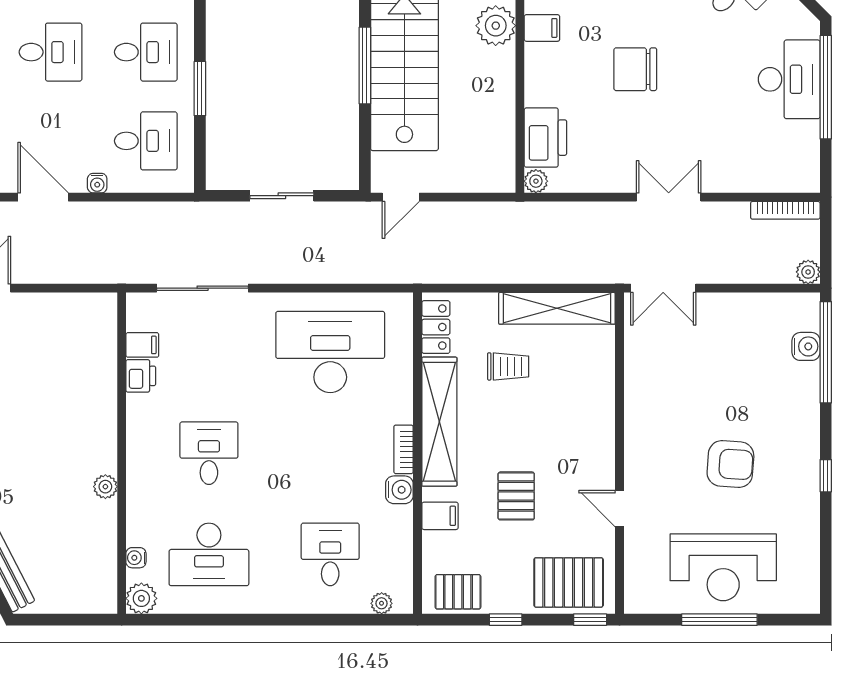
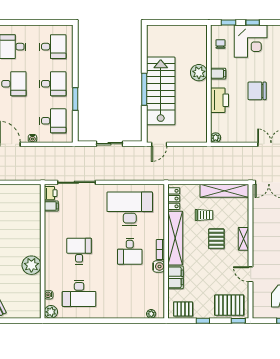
printer: (545, 138) -> (220, 100), moved
printer: (141, 376) -> (51, 193), moved
shelving: (603, 423) -> (244, 239), added
plant: (105, 487) -> (31, 265), width x1.87, depth x1.87
pallet: (516, 496) -> (216, 239), moved
filing cabinet: (440, 516) -> (176, 277), width x2.00
desk: (330, 554) -> (130, 251), moved, turned 180

